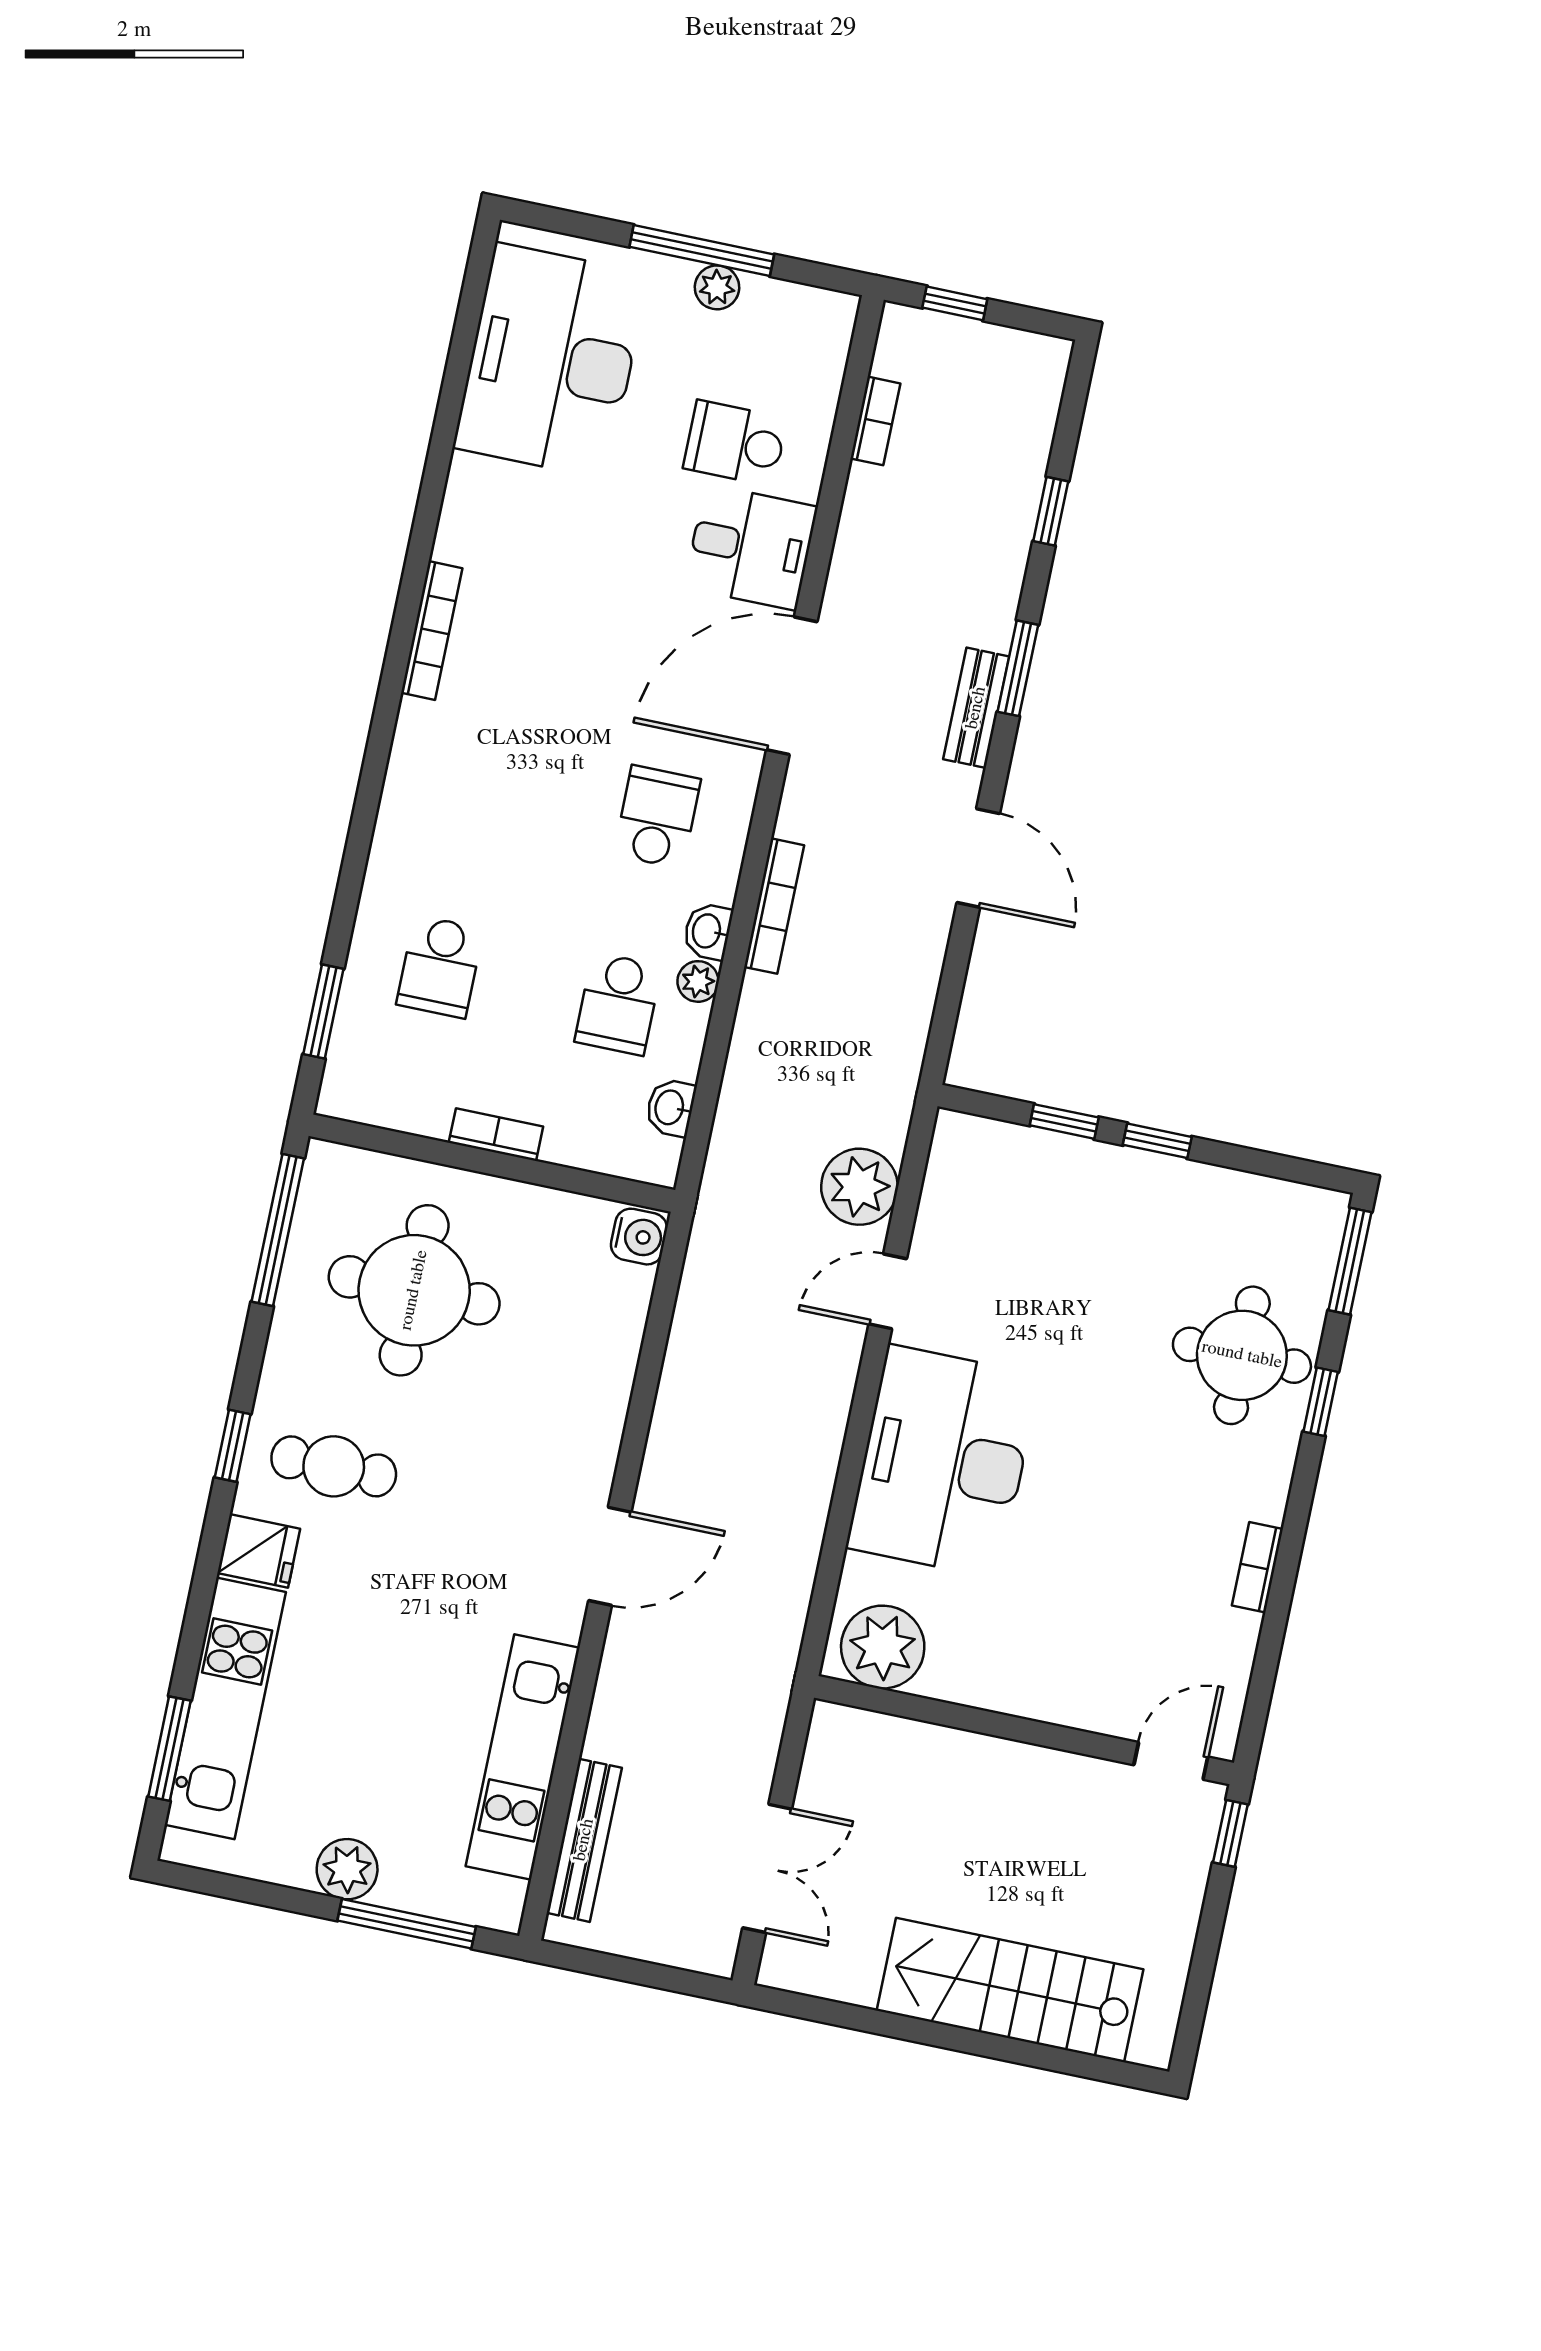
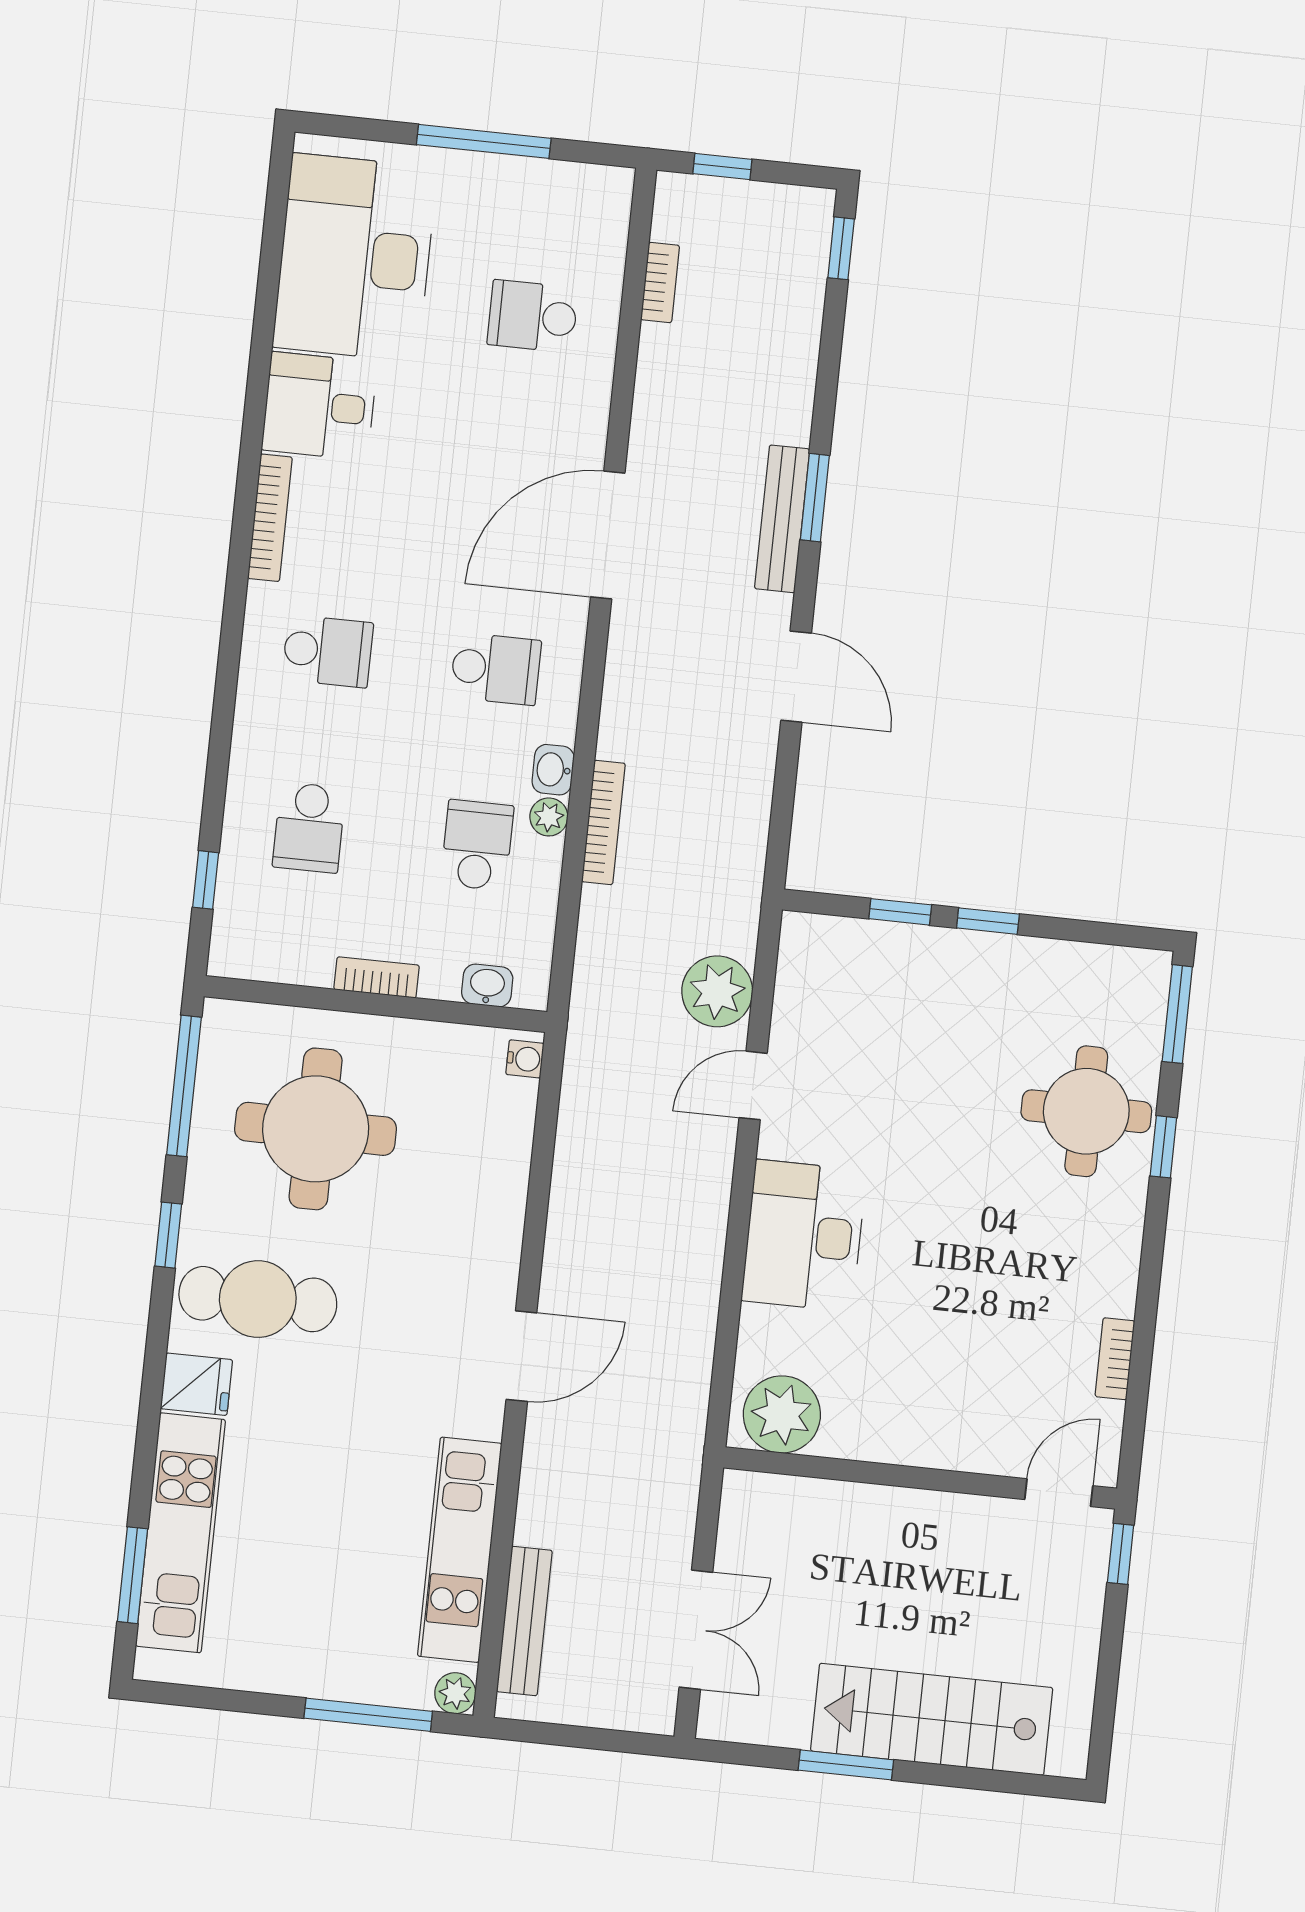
plant: (717, 287) -> (501, 174), removed
window: (1051, 511) -> (841, 248), moved
desk: (751, 547) -> (319, 406), moved, turned 180
bench: (976, 708) -> (782, 519), width x1.36
school desk: (479, 780) -> (328, 651), added
school desk: (657, 817) -> (496, 669), turned 90
bookcase: (774, 906) -> (603, 822), moved
school desk: (618, 1004) -> (477, 845), turned 180
window: (323, 1012) -> (206, 880), width x0.67
washbasin: (670, 1108) -> (487, 985), moved, turned 90
water cooler: (639, 1237) -> (525, 1059), width x0.72, depth x0.72
window: (233, 1446) -> (168, 1235), moved
desk: (943, 1461) -> (804, 1236), width x0.73, depth x0.77
cafe table: (334, 1466) -> (258, 1299), width x1.37, depth x1.35
bookcase: (1257, 1567) -> (1115, 1359), moved
plant: (347, 1869) -> (455, 1693), moved, width x0.73, depth x0.73
window: (913, 2030) -> (846, 1765), added

